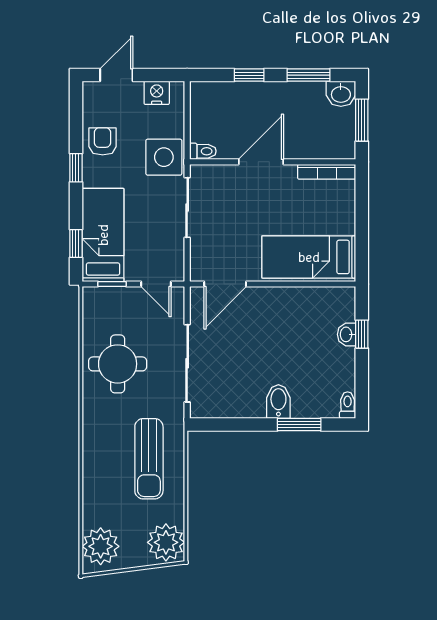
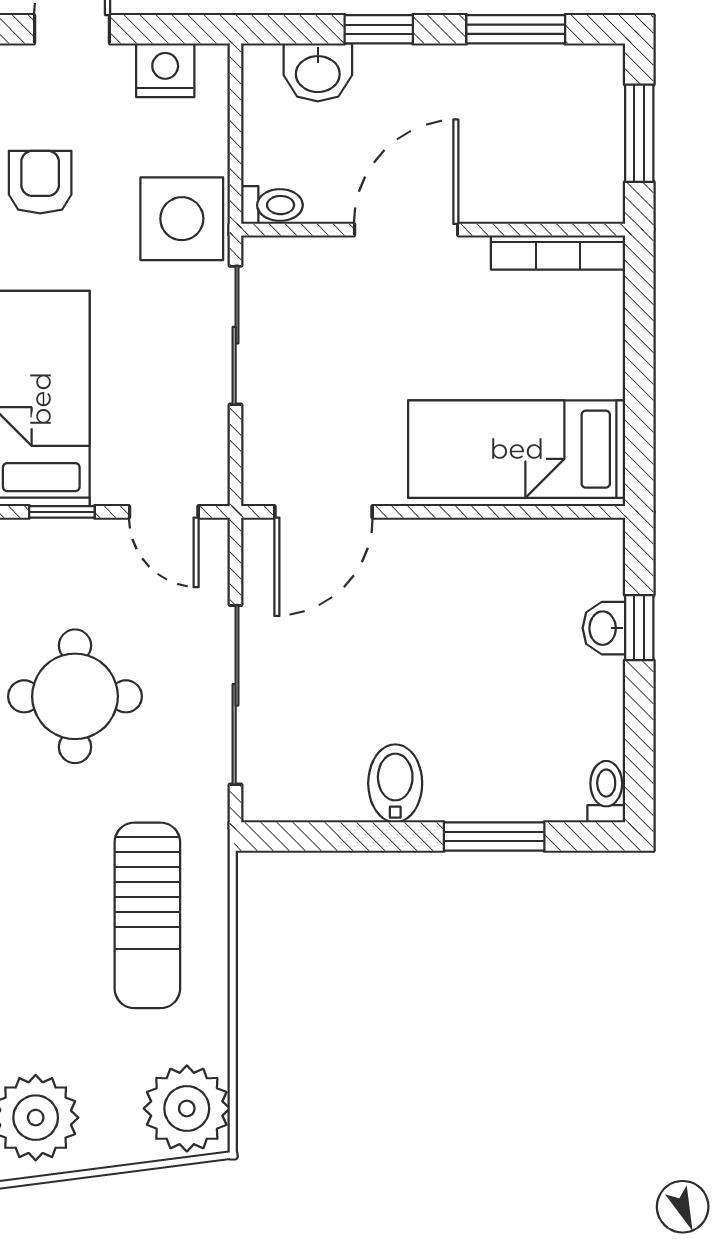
washbasin: (341, 94) -> (318, 72), moved
bidet: (278, 402) -> (395, 783), moved

